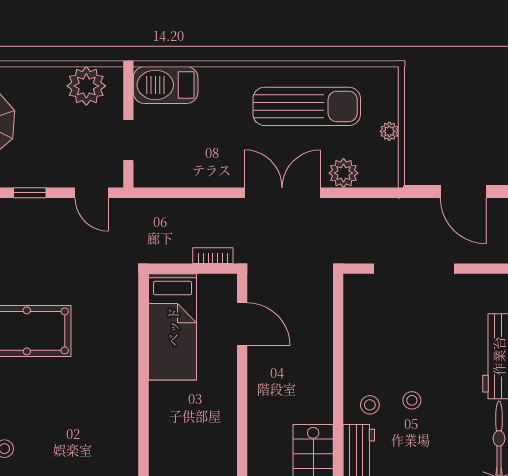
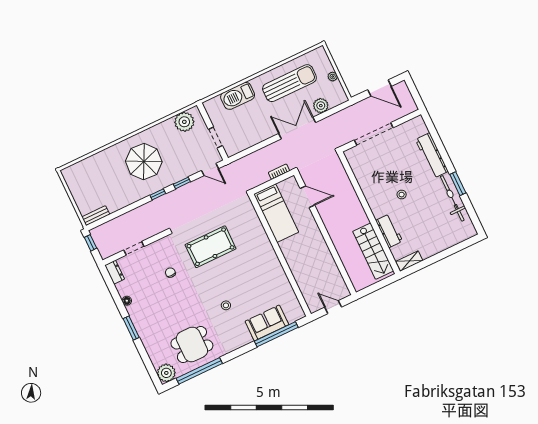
barbecue: (166, 85) -> (238, 96), moved
stool: (370, 405) -> (383, 206), removed

